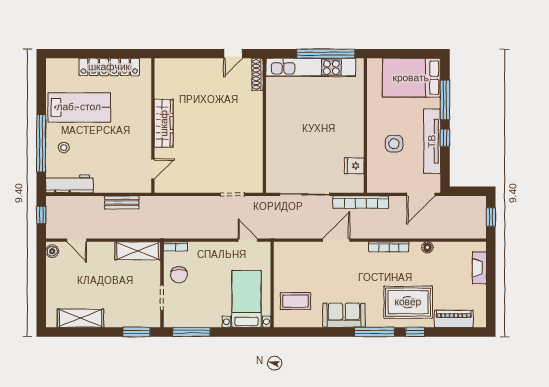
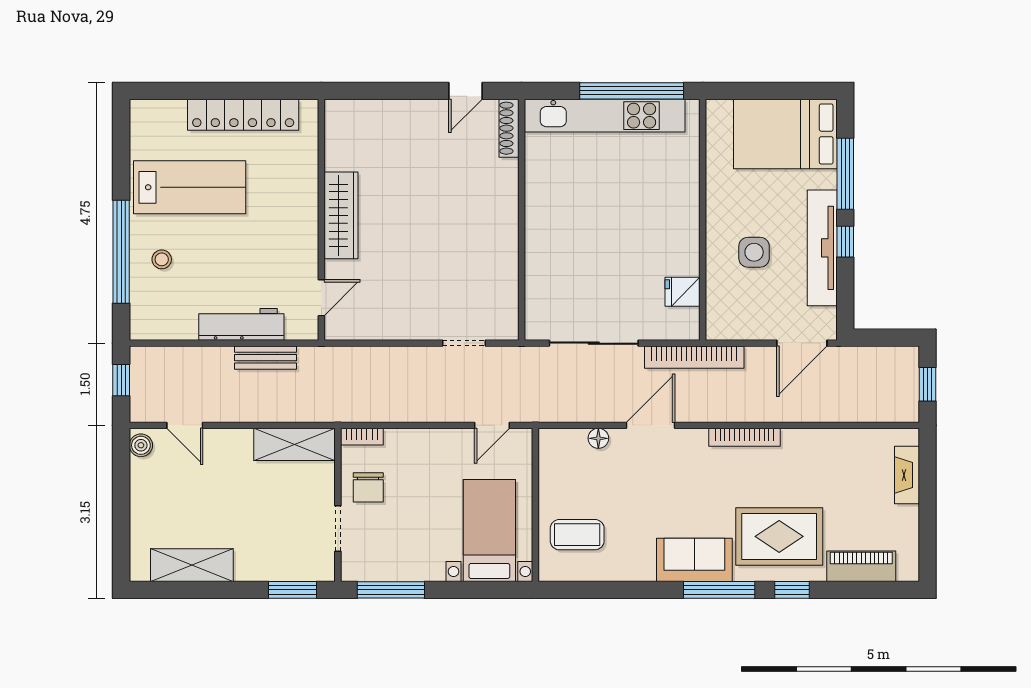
workbench: (69, 184) -> (241, 324), moved
door: (248, 240) -> (492, 425), swing flipped
floor lamp: (427, 247) -> (598, 438), moved
sofa: (344, 315) -> (694, 560), moved

